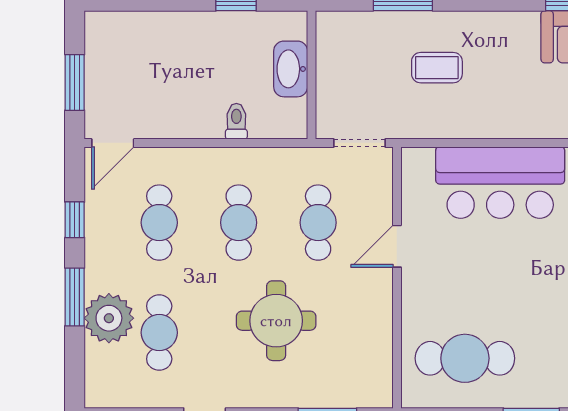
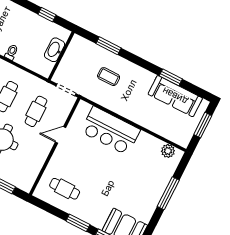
toilet: (236, 121) -> (11, 52), moved
cafe table: (465, 358) -> (65, 189), width x0.73, depth x0.74

